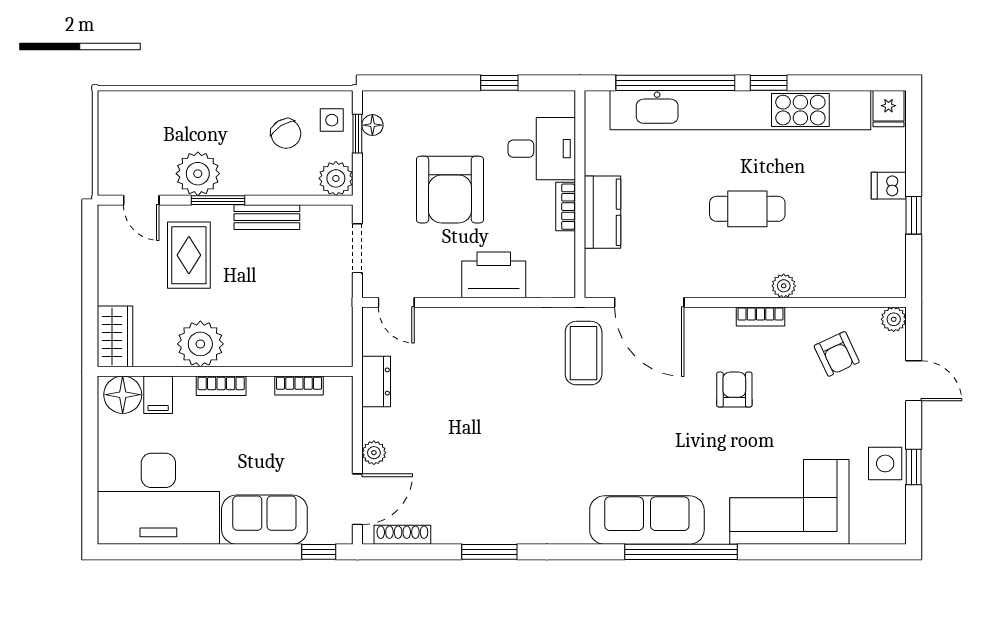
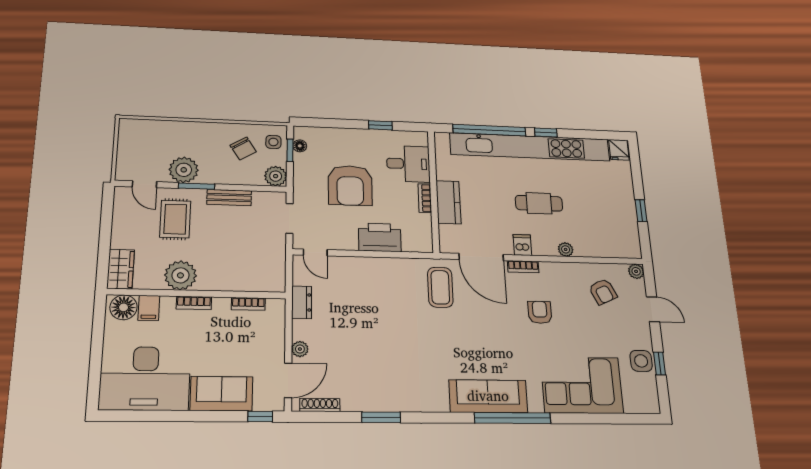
dishwasher: (889, 186) -> (522, 245), moved, turned 90
bookcase: (760, 316) -> (523, 267), moved

